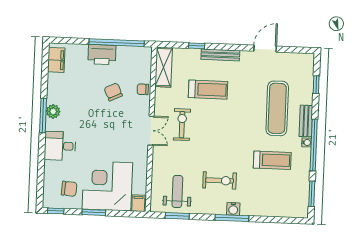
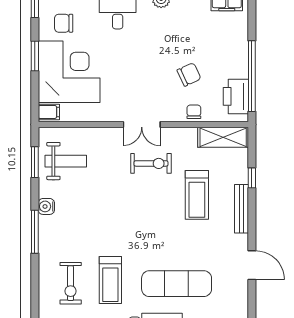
printer: (102, 55) -> (236, 96), moved
exercise bike: (220, 180) -> (71, 283), moved
chair: (69, 189) -> (64, 23), turned 86
water cooler: (233, 209) -> (46, 206), moved

